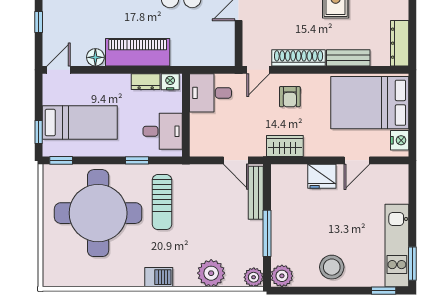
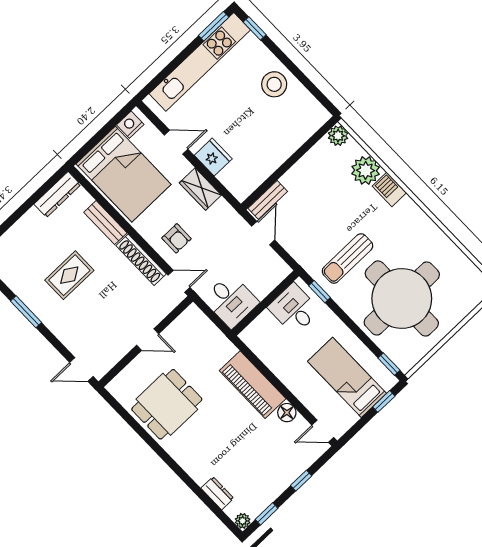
dresser: (146, 82) -> (269, 357), removed
nightstand: (170, 82) -> (251, 339), removed
armchair: (290, 97) -> (177, 238), turned 90
wardrobe: (285, 146) -> (200, 189), moved
window: (137, 160) -> (319, 292), moved
bench: (256, 193) -> (268, 200), width x0.73
sun lounger: (162, 202) -> (347, 258), turned 180
window: (267, 233) -> (295, 157), removed
kitchen unit: (397, 245) -> (200, 62), width x1.36
plant: (282, 276) -> (317, 115), removed
barbecue: (159, 277) -> (389, 189), moved

